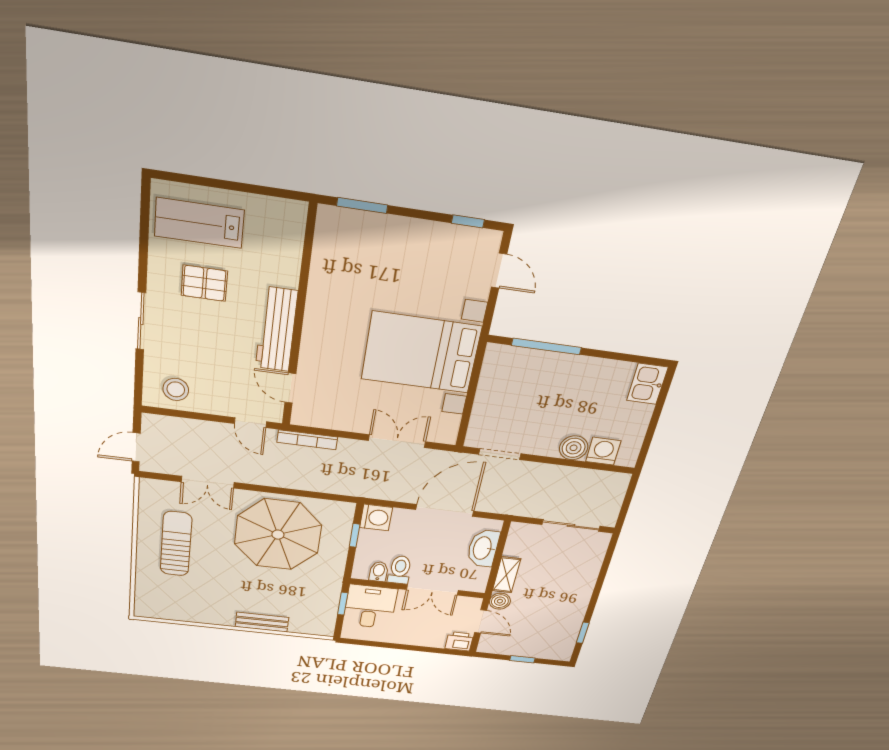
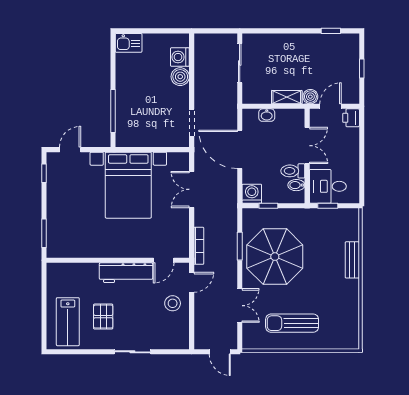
stool: (176, 389) -> (173, 303), moved
window: (300, 493) -> (240, 246), added
washbasin: (483, 548) -> (267, 115), width x0.52, depth x0.69

